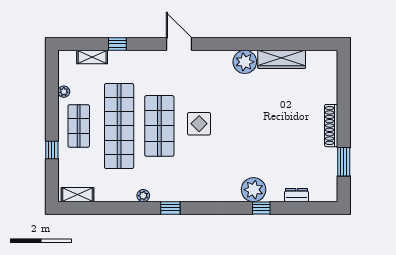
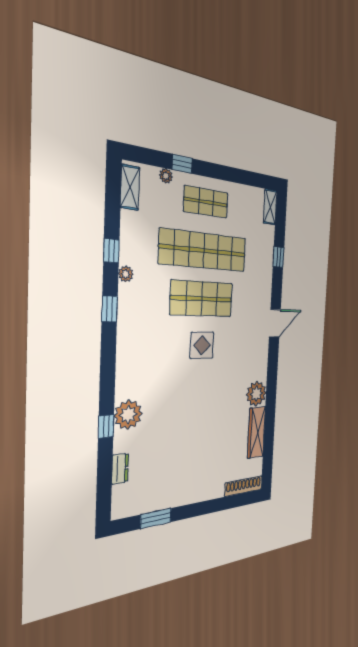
shelving: (92, 57) -> (270, 207), moved
plant: (64, 92) -> (166, 176), moved
shoe rack: (331, 126) -> (244, 486), moved
window: (127, 208) -> (111, 251), added

